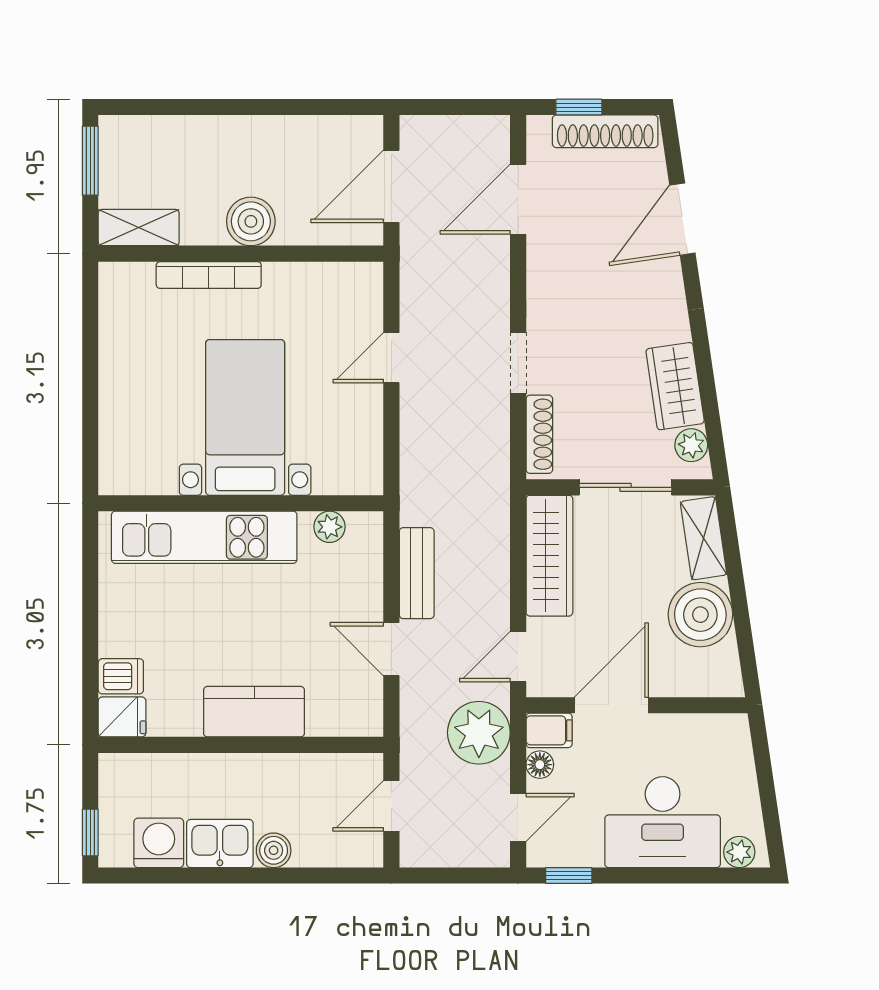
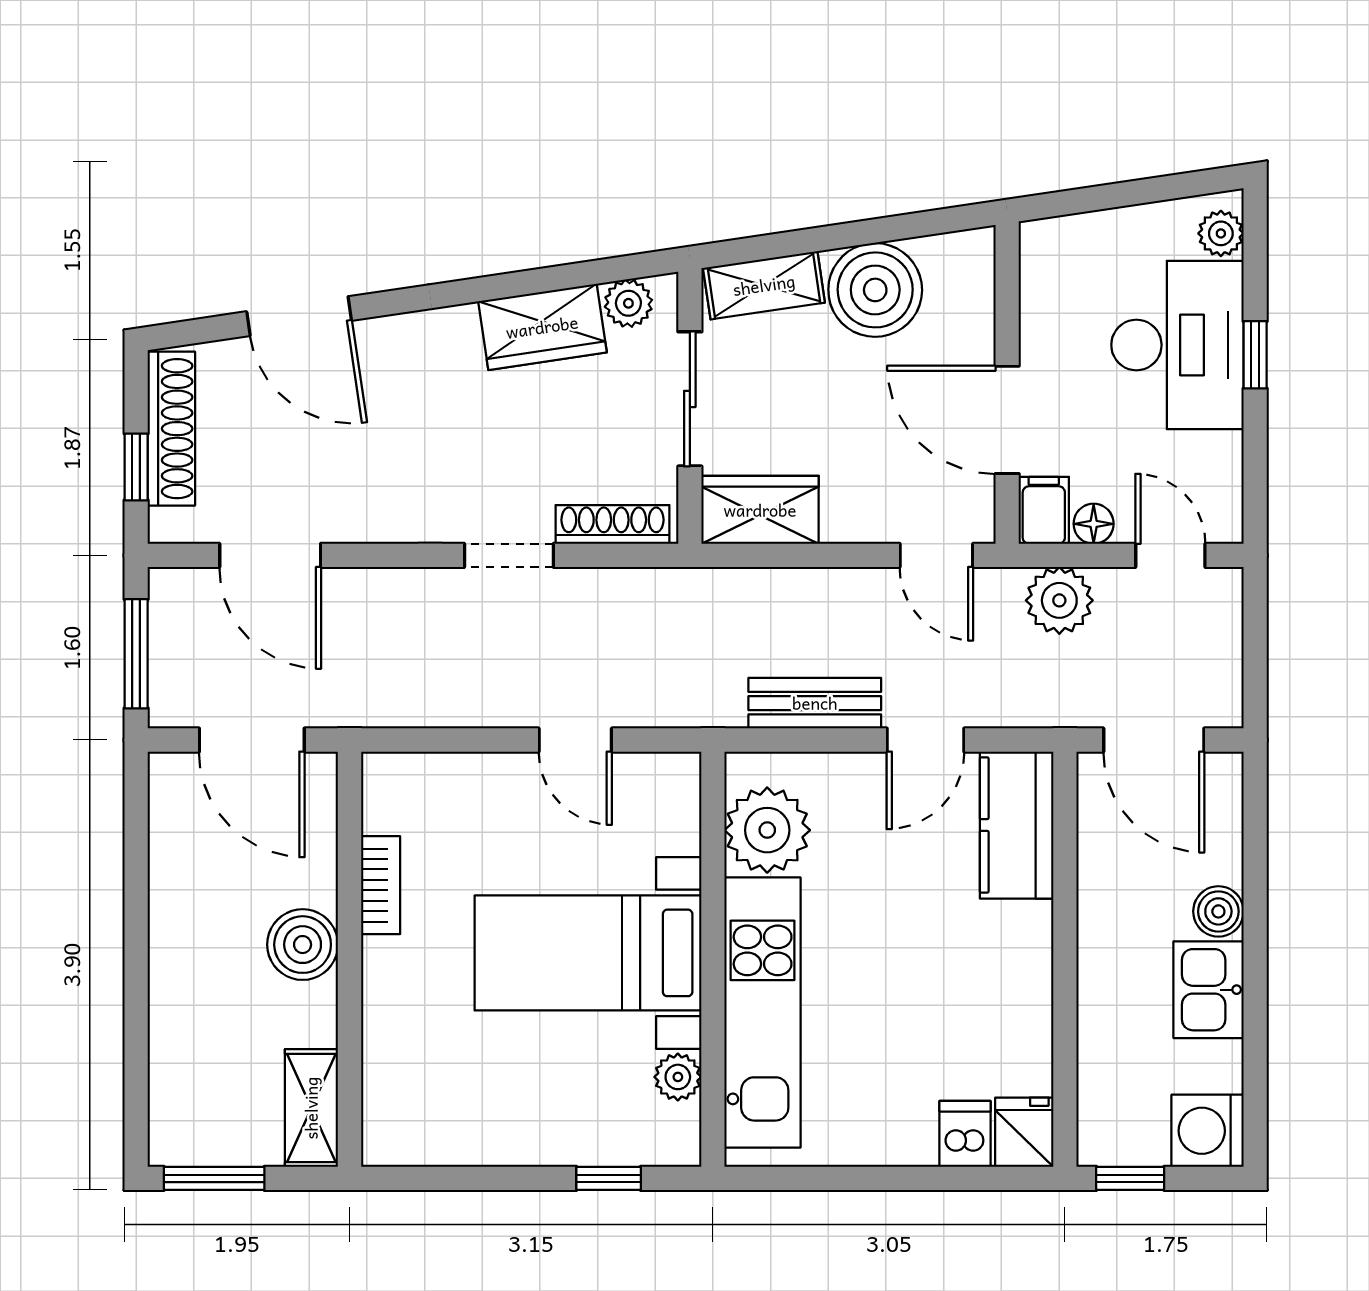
window: (451, 107) -> (136, 654), added
bookcase: (209, 275) -> (381, 885), moved, width x0.64
door: (391, 358) -> (575, 740), moved
window: (90, 432) -> (609, 1178), added
plant: (160, 479) -> (678, 1077), added
plant: (329, 527) -> (767, 830), width x1.88, depth x1.88
wardrobe: (549, 556) -> (760, 510), width x0.67
kitchen counter: (254, 712) -> (1017, 825), moved
plant: (479, 733) -> (1059, 600), width x0.73, depth x0.73
door: (391, 806) -> (1154, 740), width x1.38
window: (90, 832) -> (1130, 1178), moved
washing machine: (159, 843) -> (1208, 1131), moved
window: (569, 876) -> (1255, 355), moved

